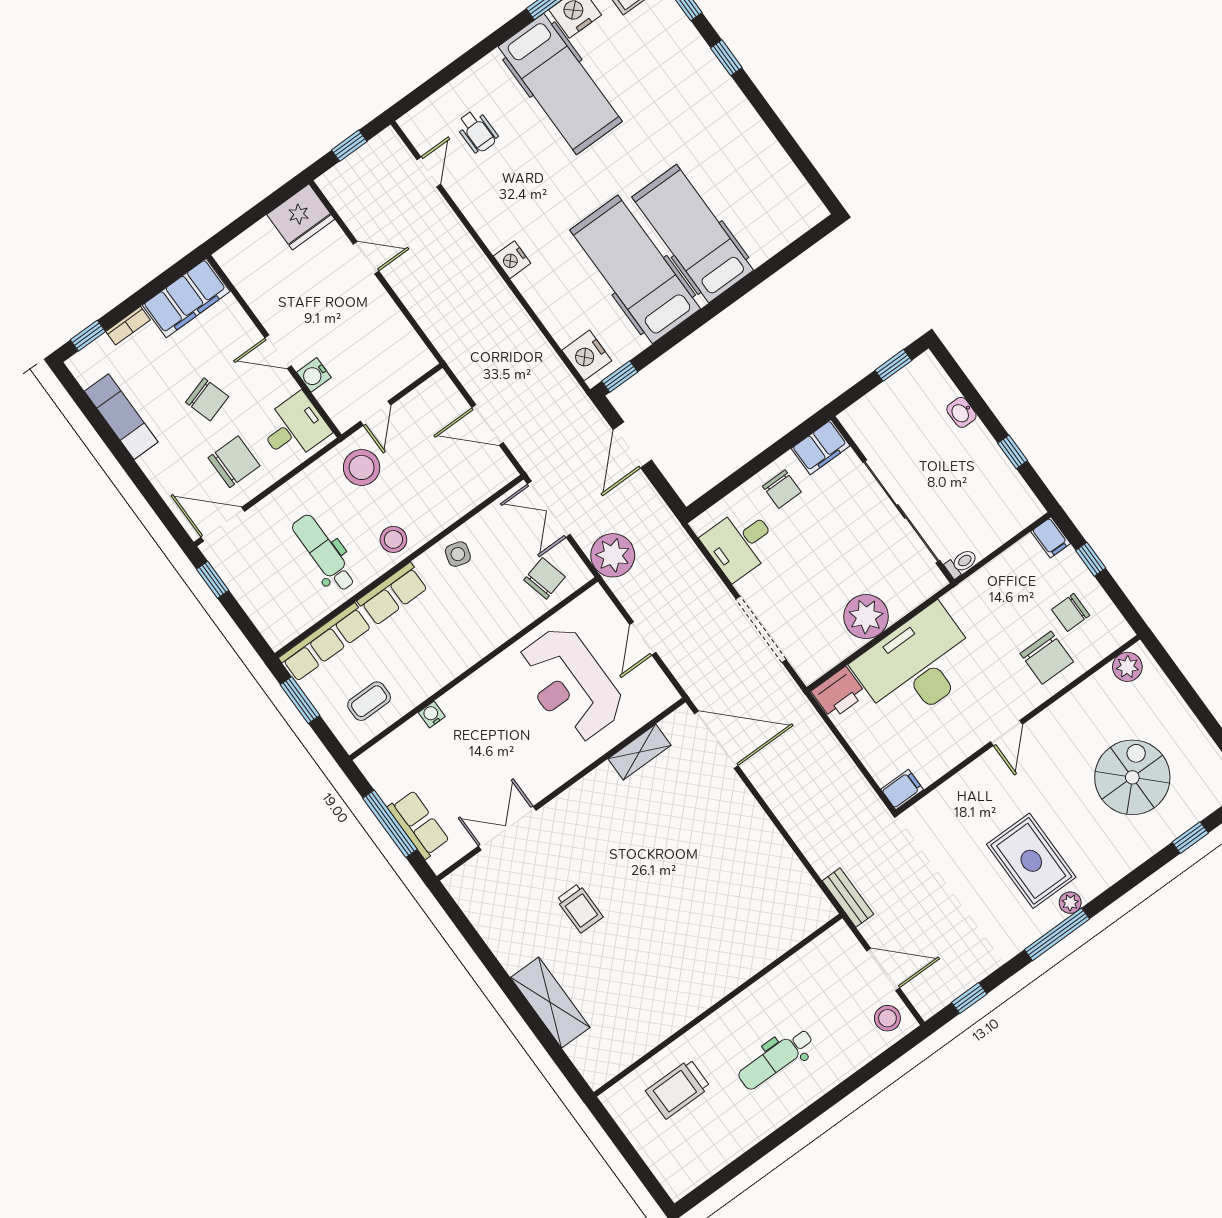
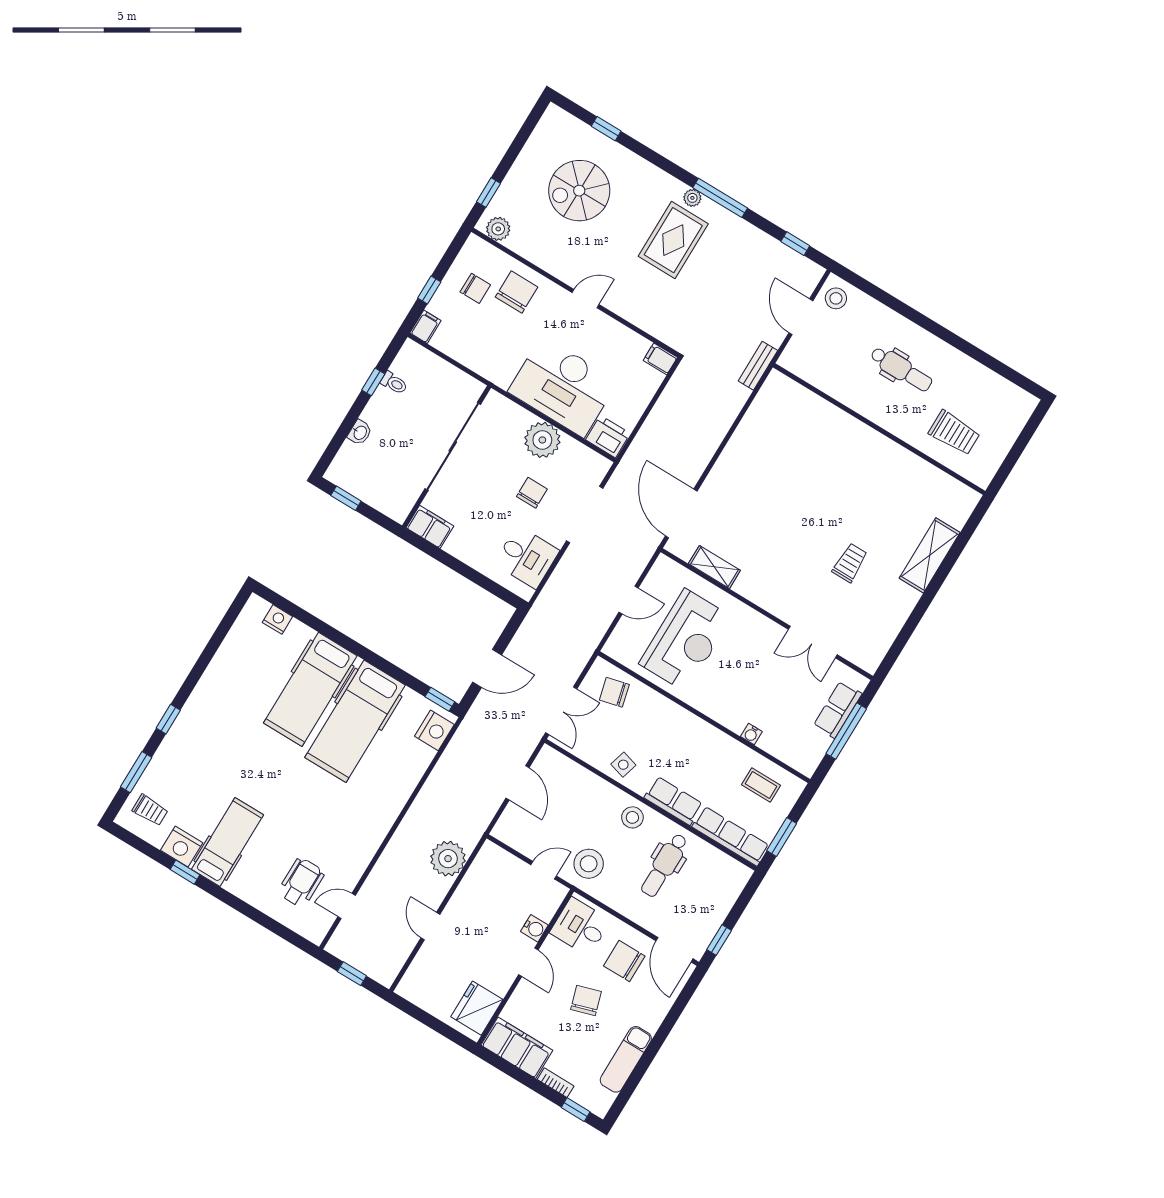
hospital bed: (560, 84) -> (228, 842), width x0.73, depth x0.78
wheelchair: (477, 131) -> (301, 882), width x1.36, depth x1.37
fridge: (301, 217) -> (477, 1008), moved, turned -90
nightstand: (512, 260) -> (277, 619), moved, turned -90
chair: (782, 489) -> (532, 493), moved
plant: (613, 555) -> (448, 859), moved
toilet: (961, 563) -> (394, 383), moved, turned 180
window: (1173, 673) -> (488, 193), added

